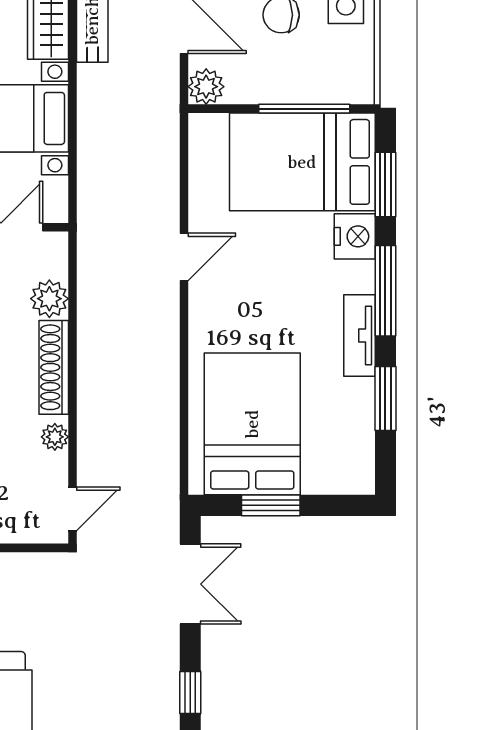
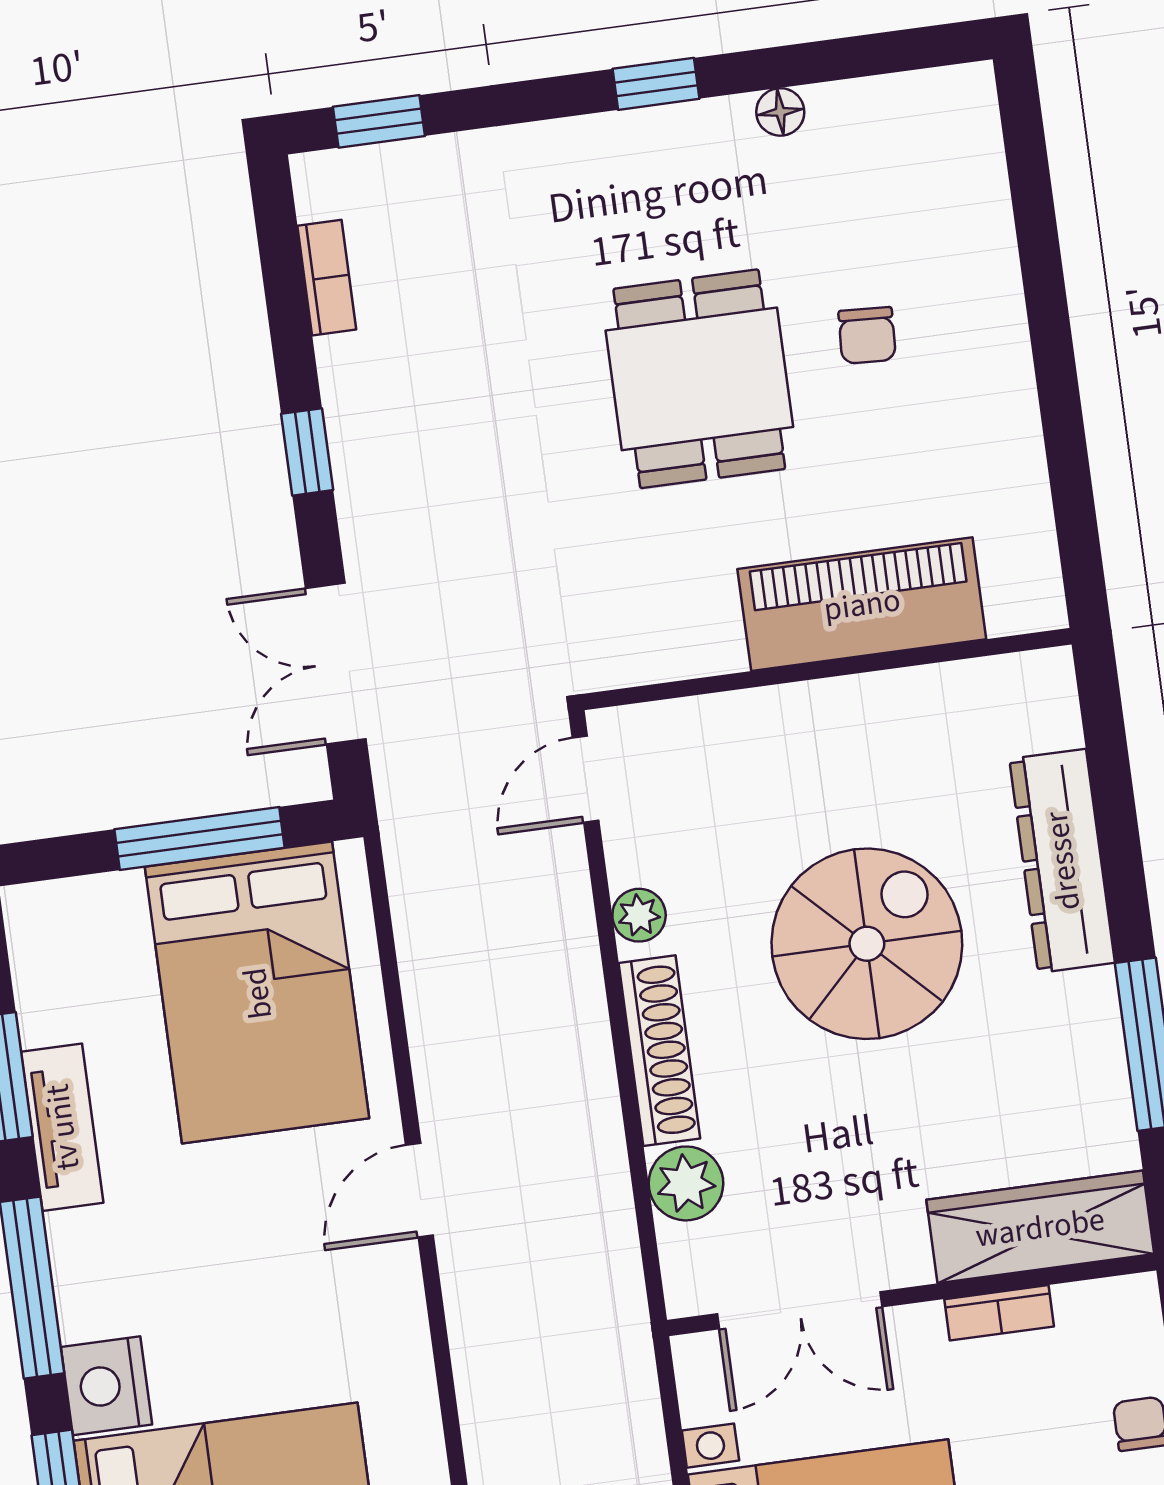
door: (184, 257) -> (419, 1190), moved
tv unit: (359, 336) -> (62, 1127), moved
window: (271, 505) -> (199, 838), width x1.44

